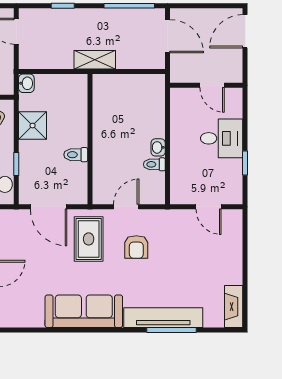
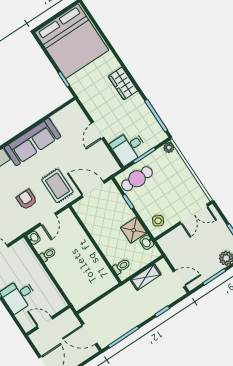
shelving: (95, 60) -> (146, 277), moved
washbasin: (26, 83) -> (147, 242), moved
washbasin: (158, 147) -> (34, 238), moved
toilet: (76, 155) -> (122, 266), moved

